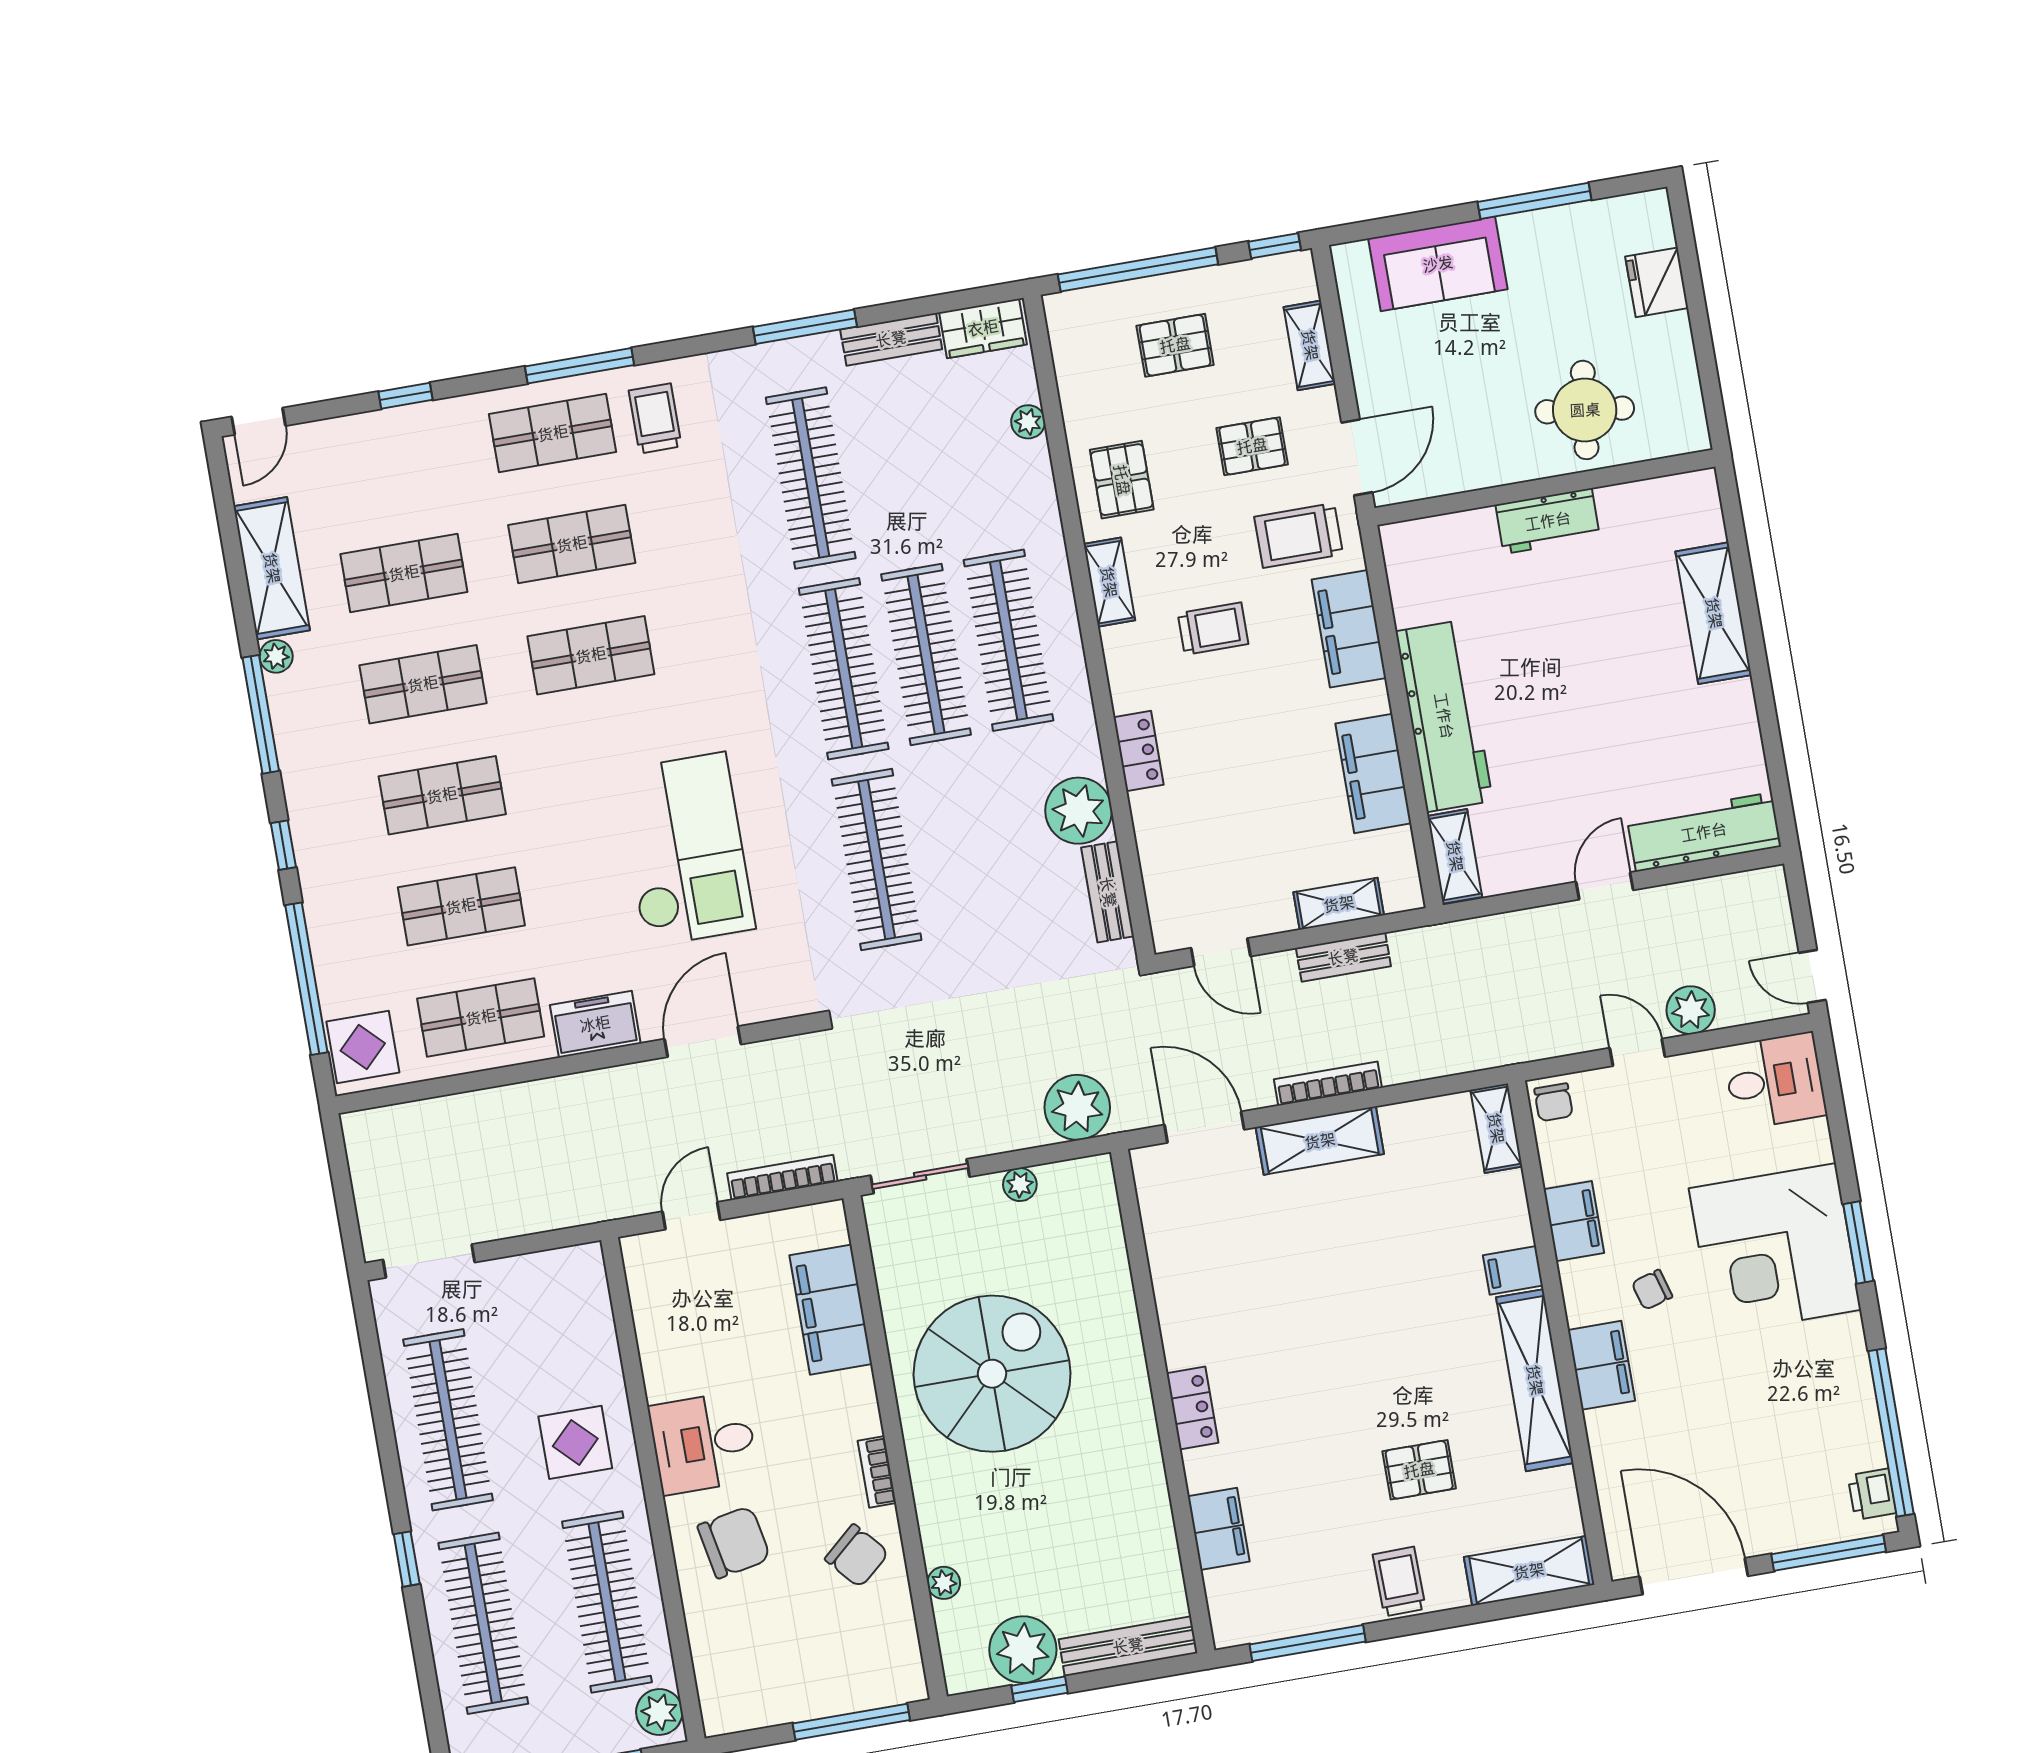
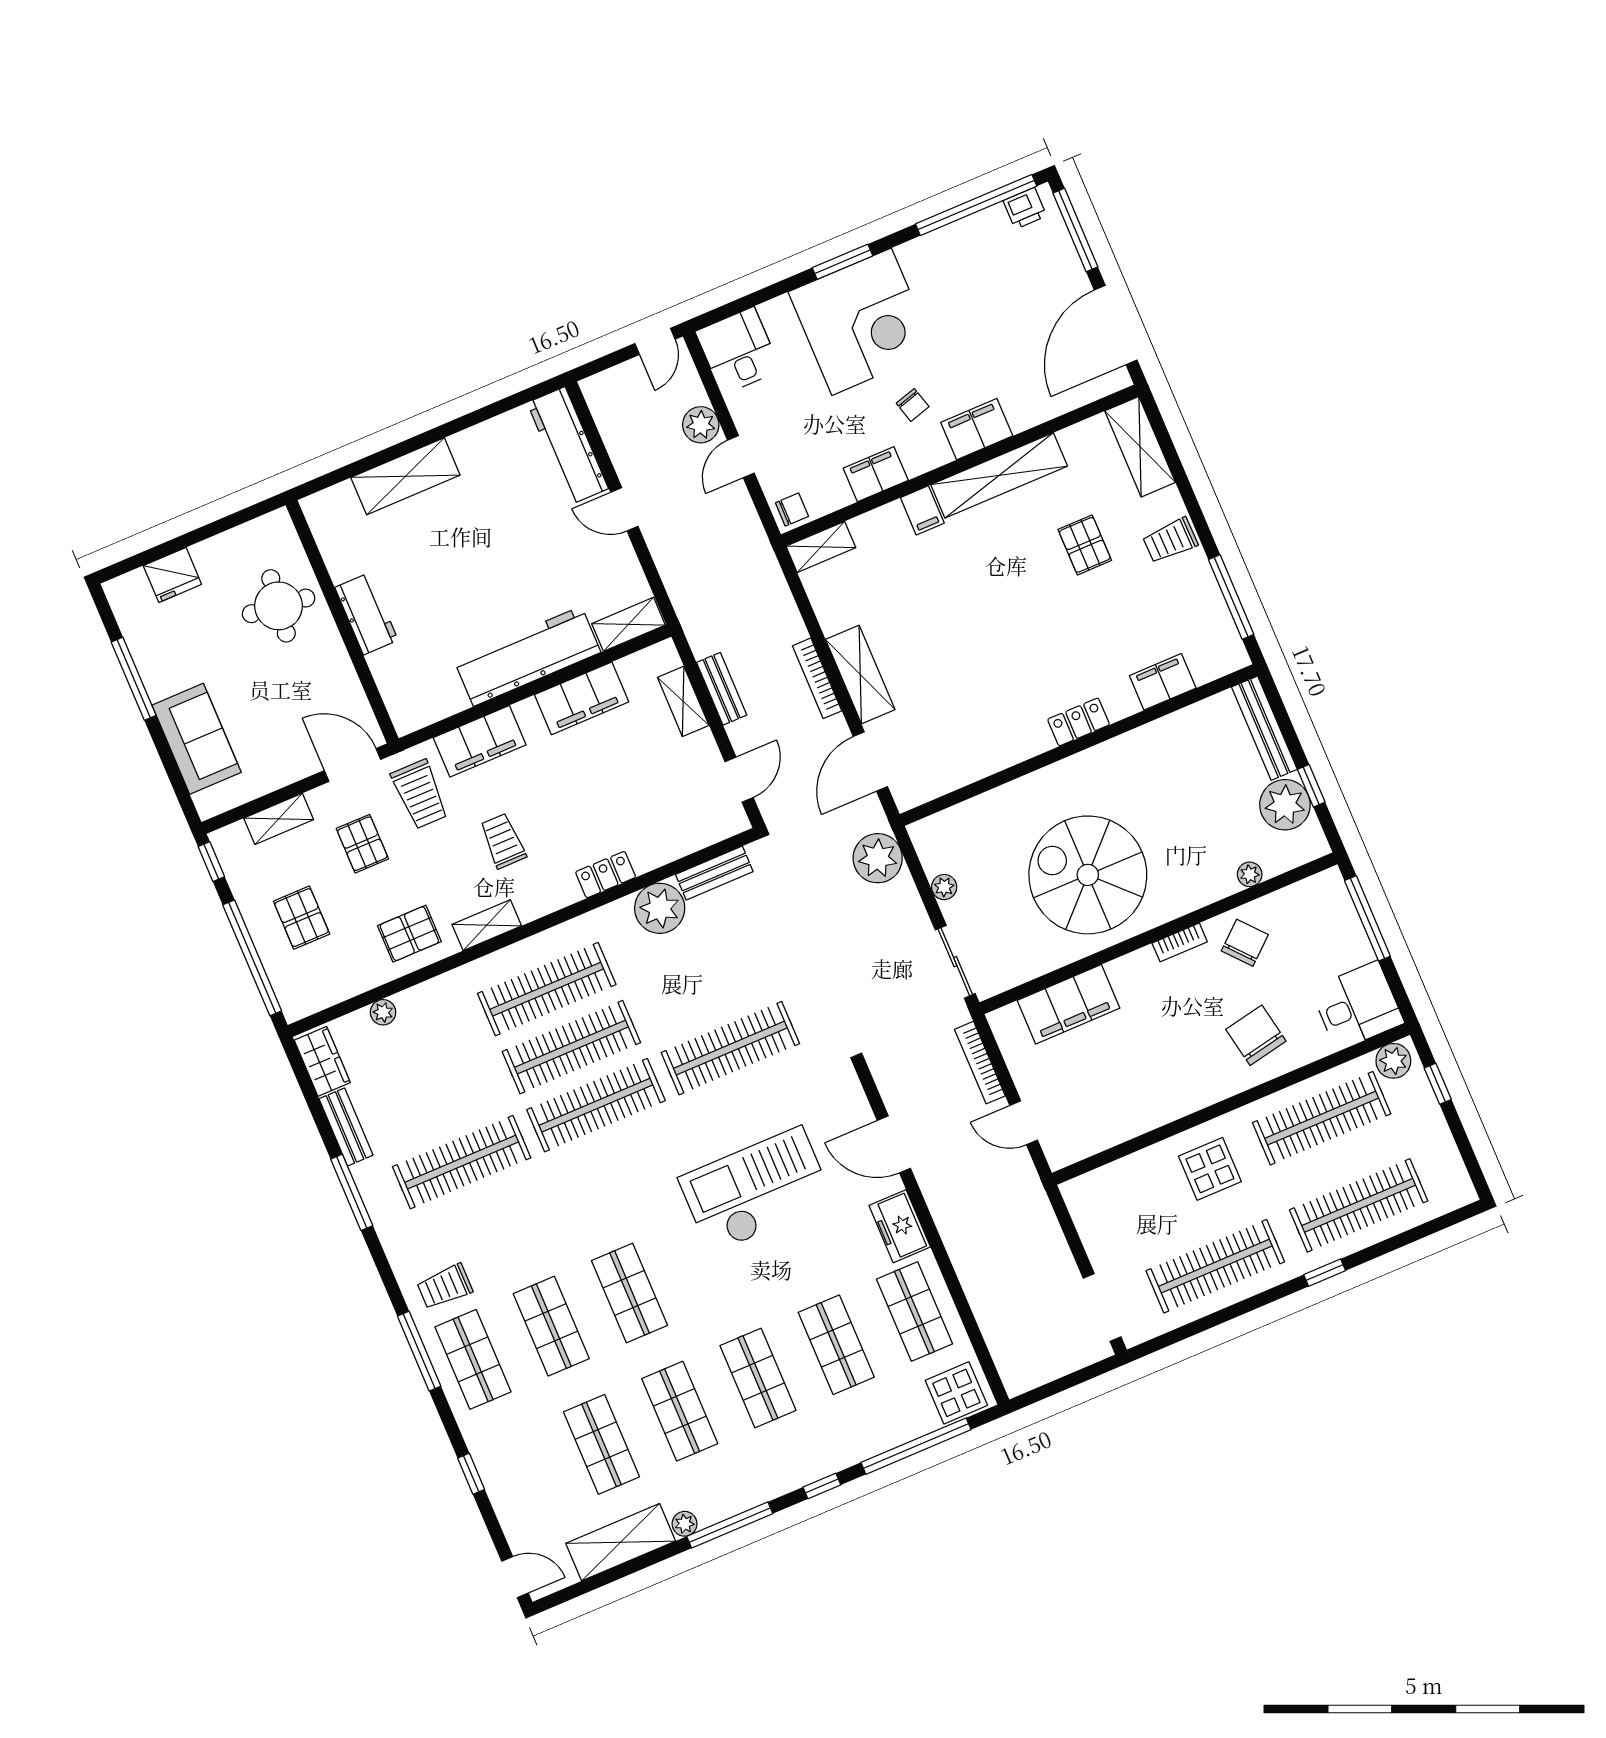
desk: (703, 1443) -> (1357, 1006), moved, turned -90

